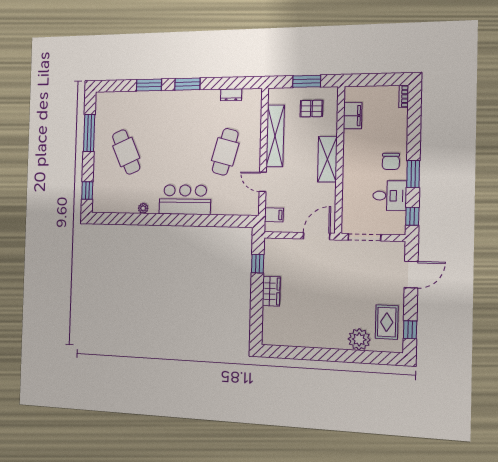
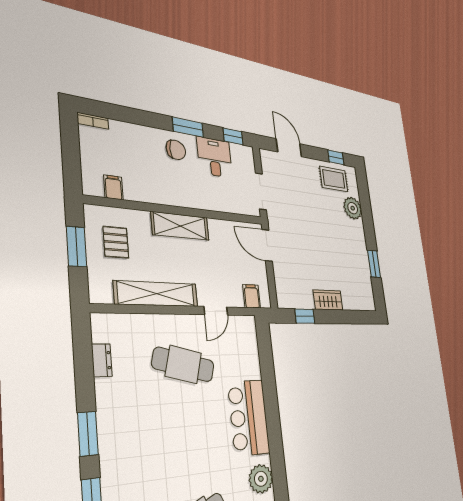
filing cabinet: (353, 116) -> (113, 187), width x0.50
plant: (143, 208) -> (261, 479), width x1.88, depth x1.88
window: (306, 353) -> (374, 264), added

